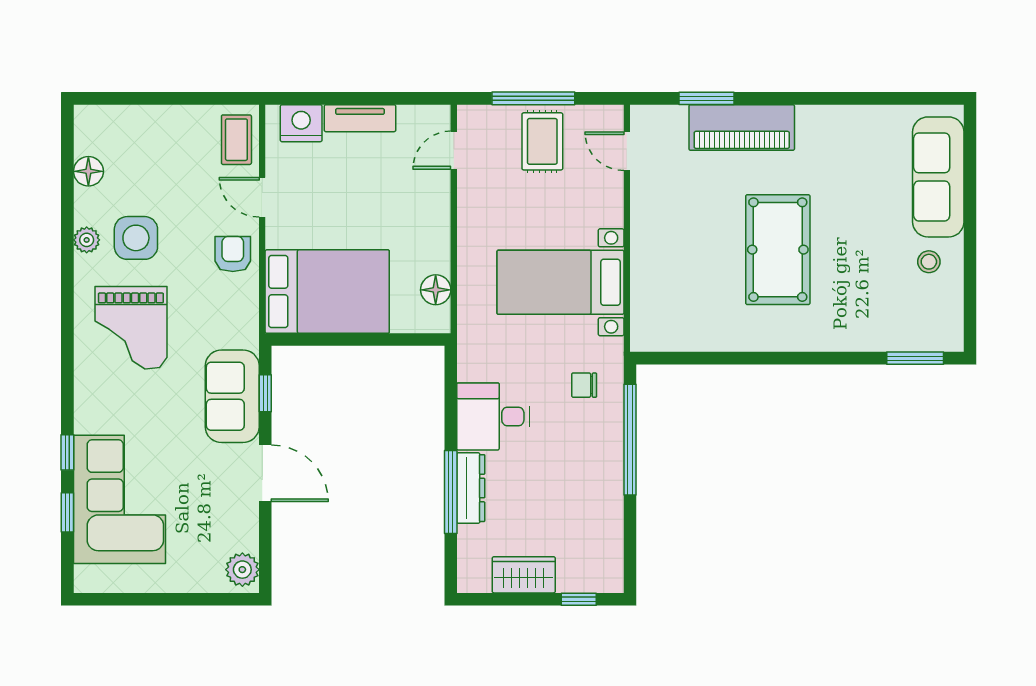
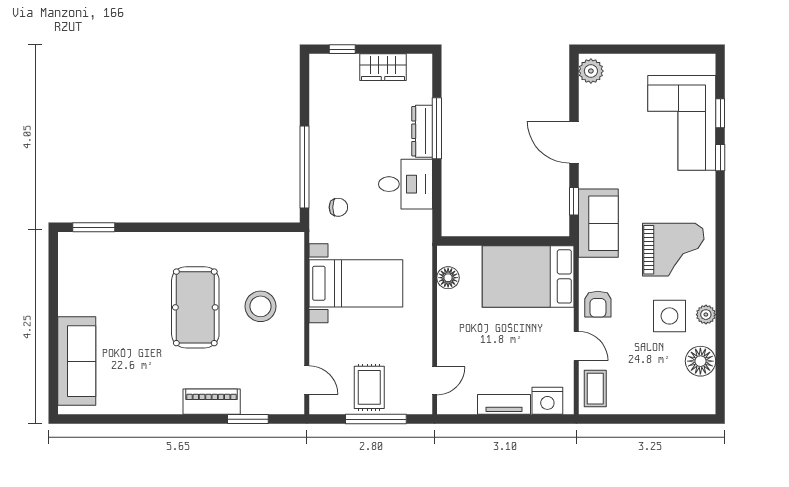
piano: (742, 128) -> (212, 402), width x0.73, depth x0.75
floor lamp: (88, 171) -> (700, 361), width x1.38, depth x1.38
stool: (929, 262) -> (261, 306), moved, width x1.89, depth x1.89
grand piano: (131, 328) -> (673, 250), turned 90
sofa: (232, 396) -> (598, 223), moved

